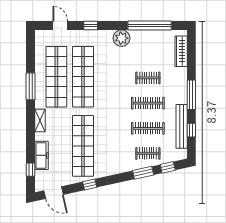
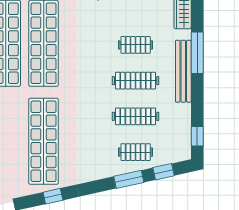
window: (191, 95) -> (197, 53), moved
bench: (182, 126) -> (183, 71), moved
window: (191, 130) -> (197, 136), moved

